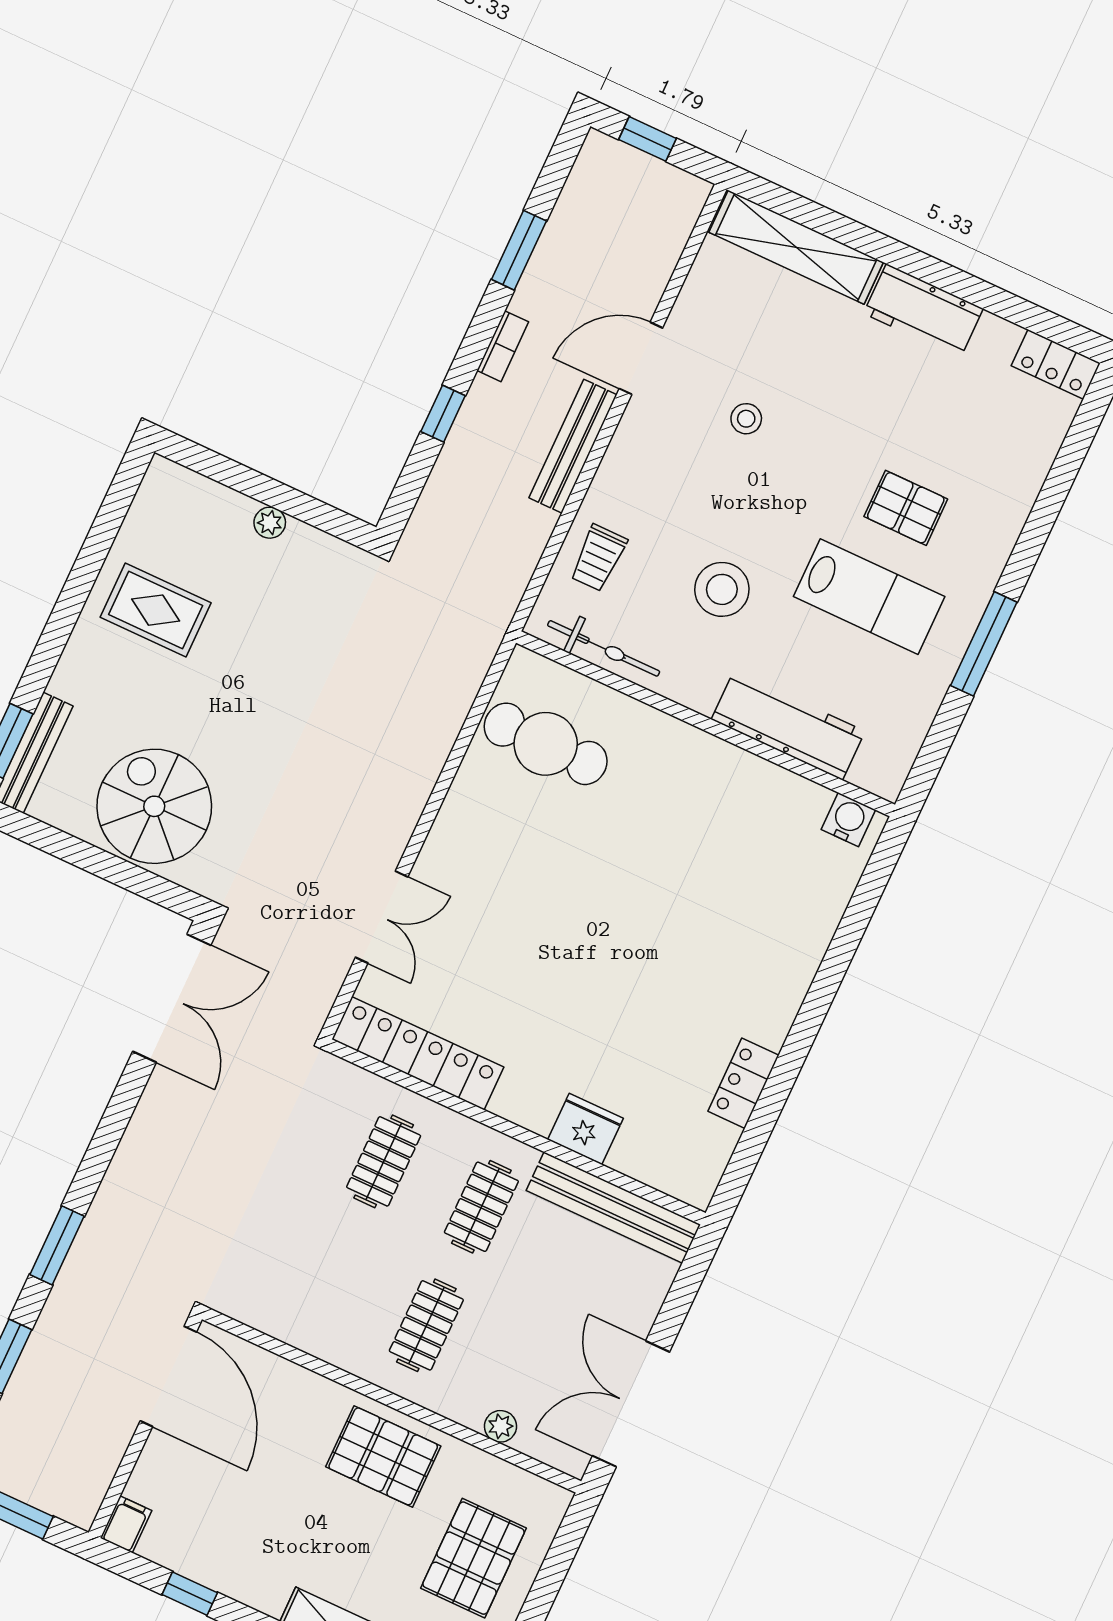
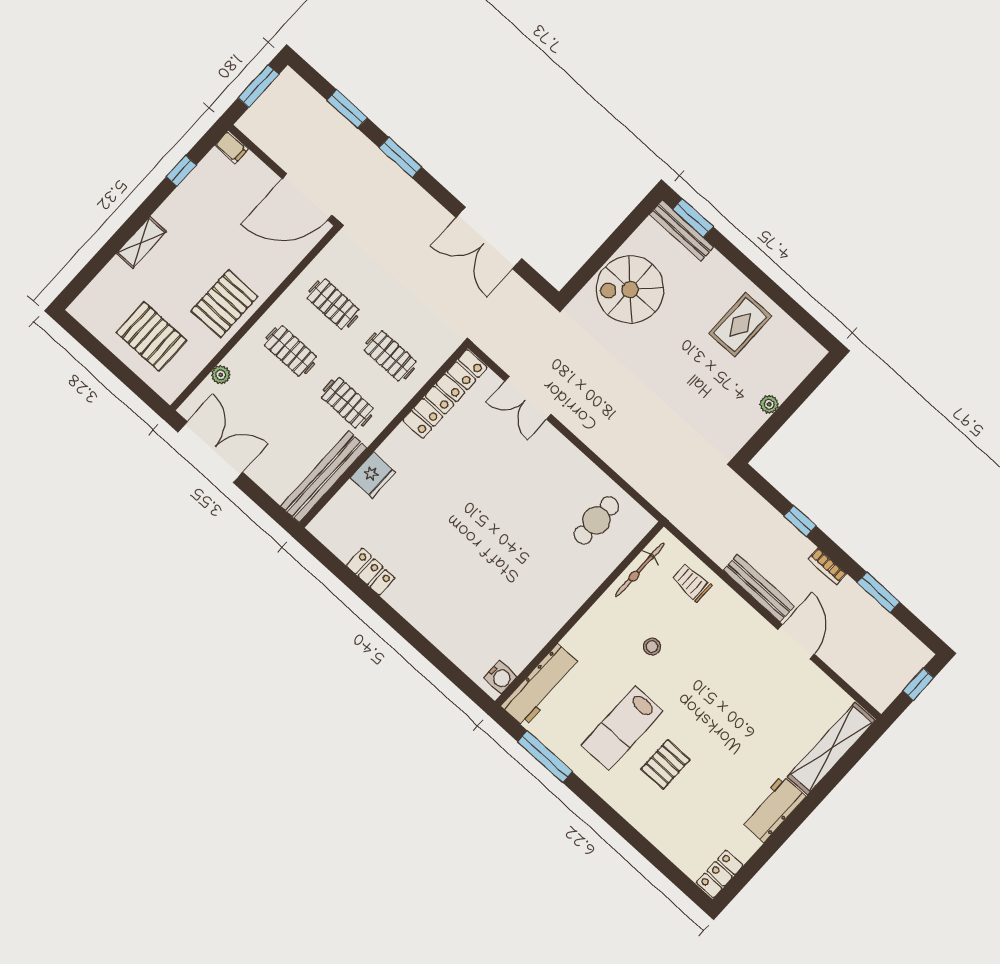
stool: (746, 419) -> (744, 690), removed
stool: (722, 589) -> (652, 647), width x0.53, depth x0.53
window: (984, 644) -> (545, 757), moved
workbench: (788, 725) -> (541, 685), moved
cafe table: (546, 744) -> (596, 520), width x0.73, depth x0.74
spiral stairs: (154, 806) -> (630, 289), turned 180
double door: (172, 998) -> (489, 238), moved
clothes rail: (329, 1280) -> (333, 304), added

